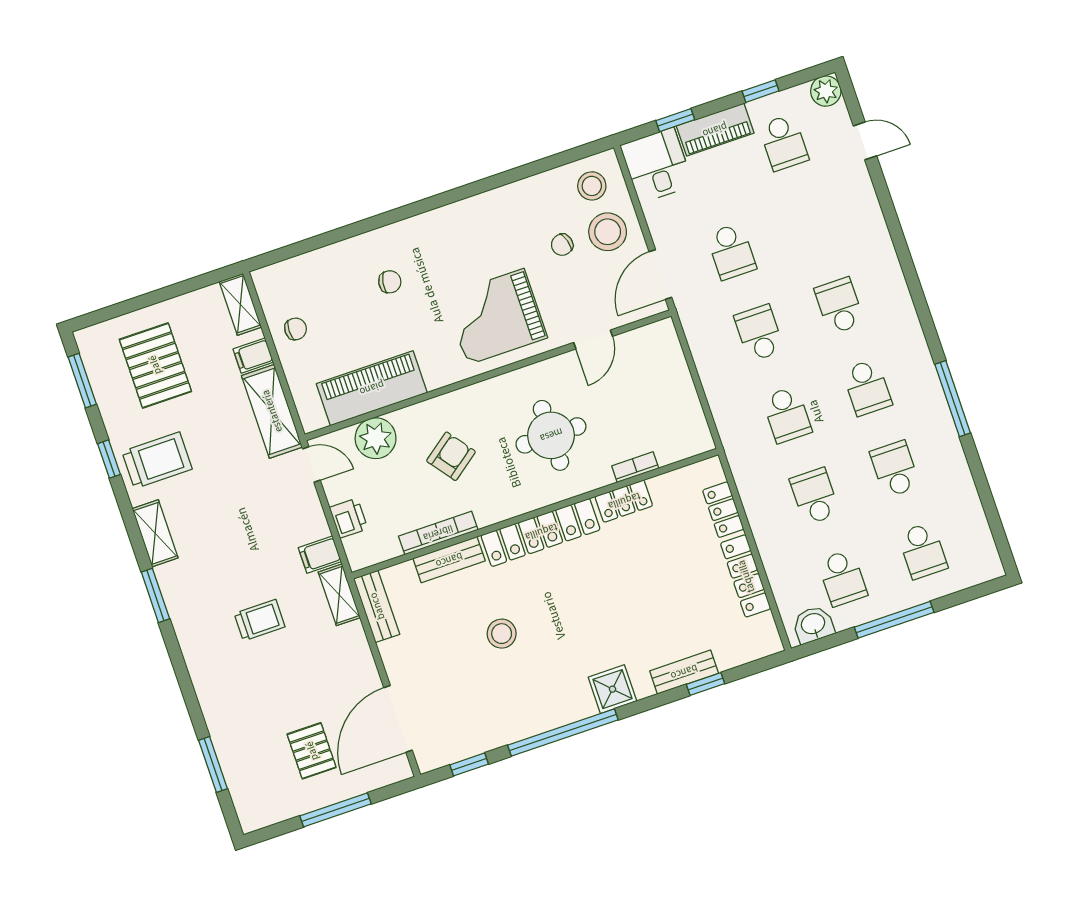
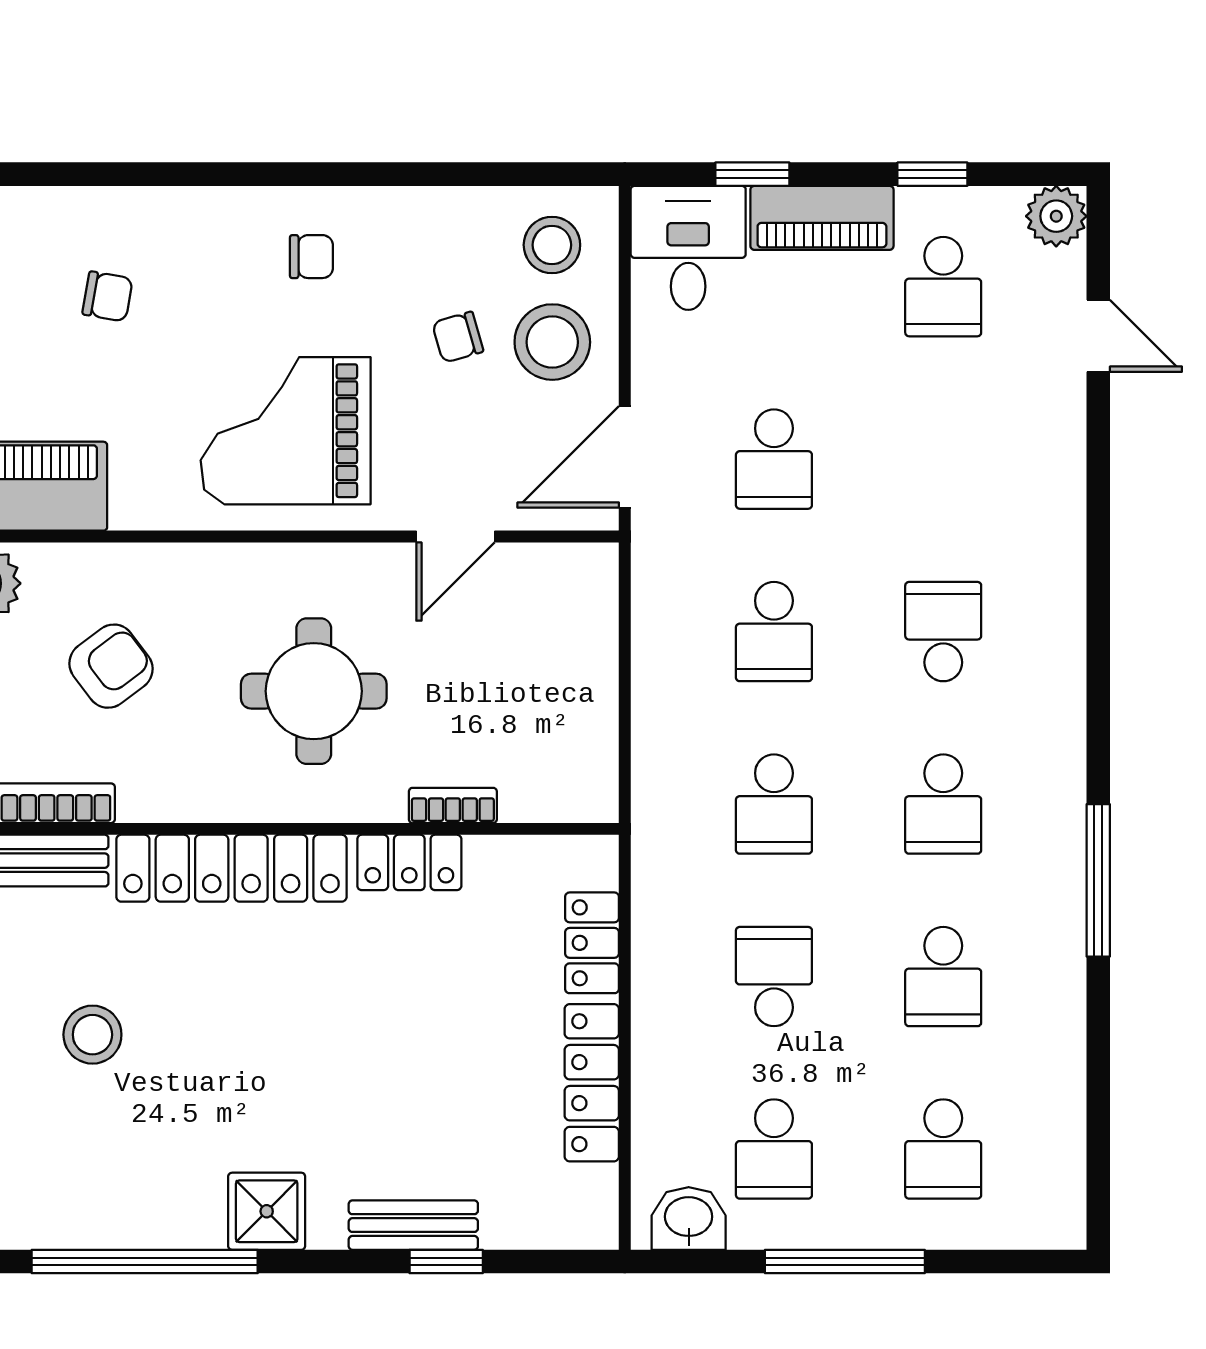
chair: (480, 230) -> (311, 257), added
school desk: (759, 333) -> (774, 632), turned 180
school desk: (895, 469) -> (943, 977), turned 180

